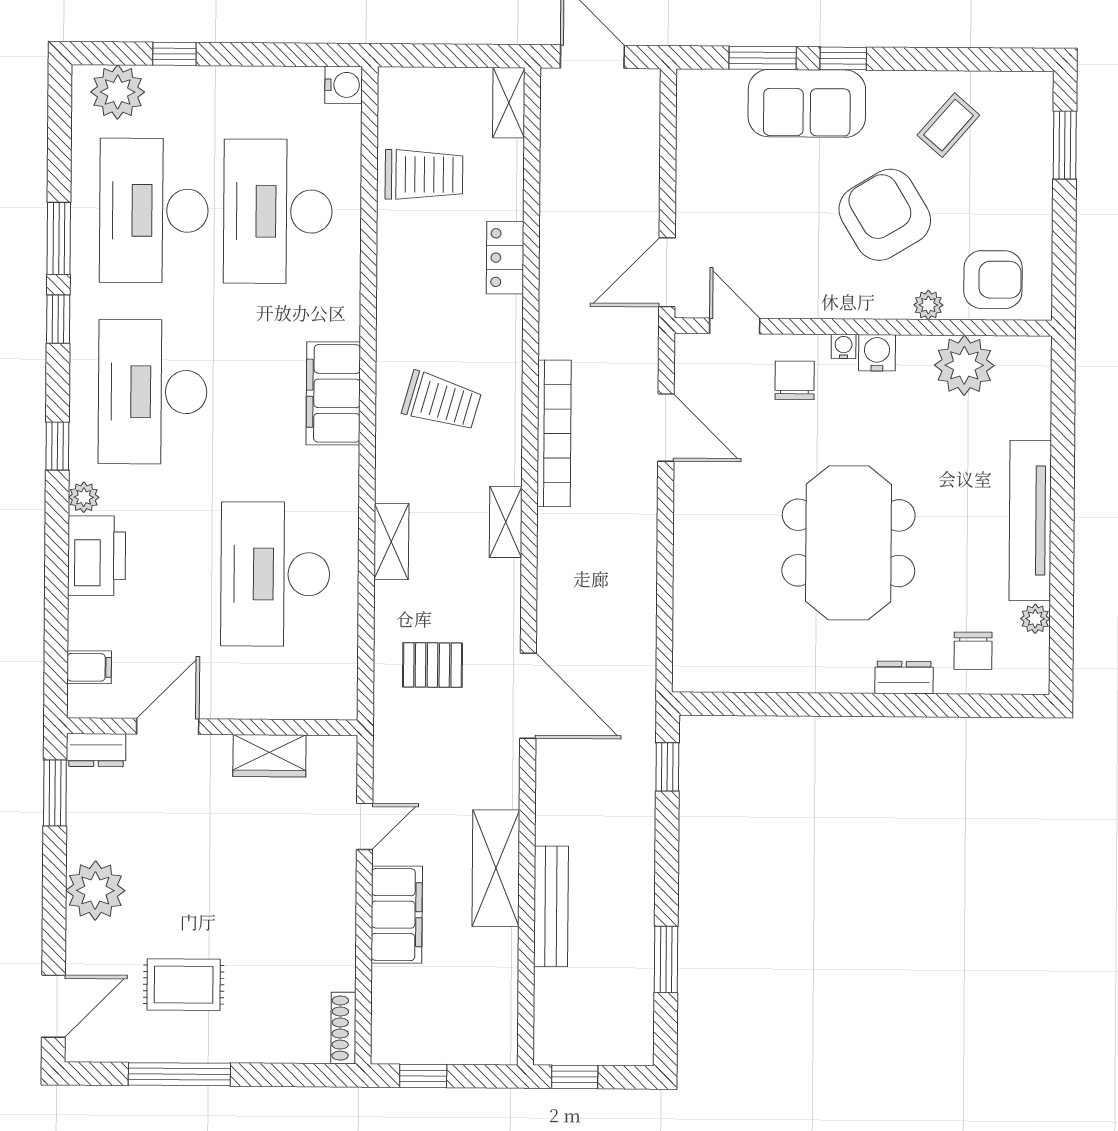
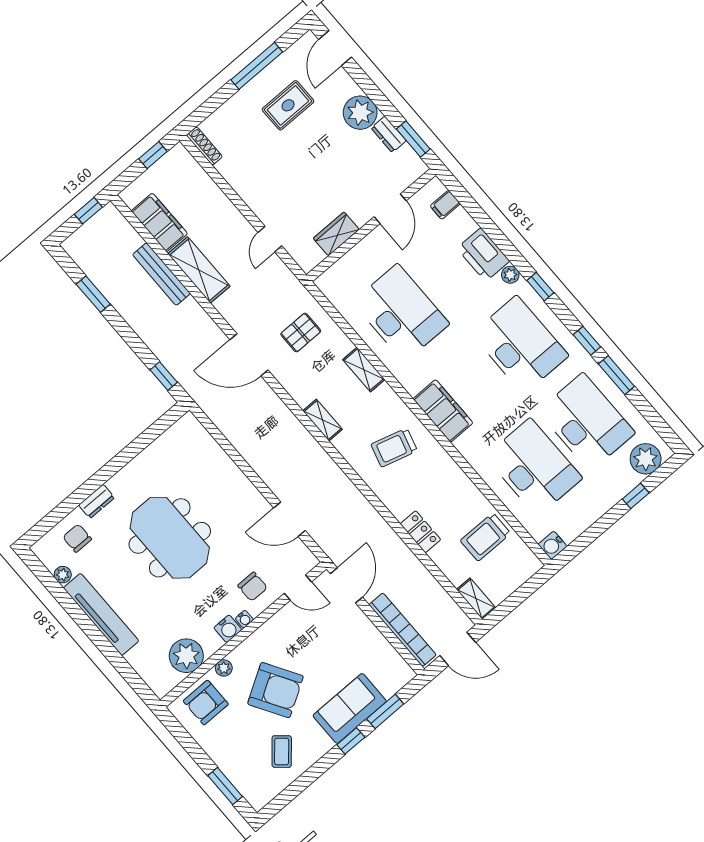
bookcase: (554, 433) -> (403, 630), moved, turned 180
dresser: (96, 750) -> (389, 134), moved, turned -90
filing cabinet: (397, 915) -> (159, 222), moved, turned 180

